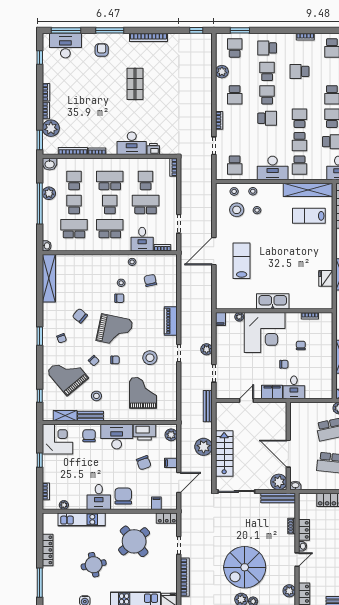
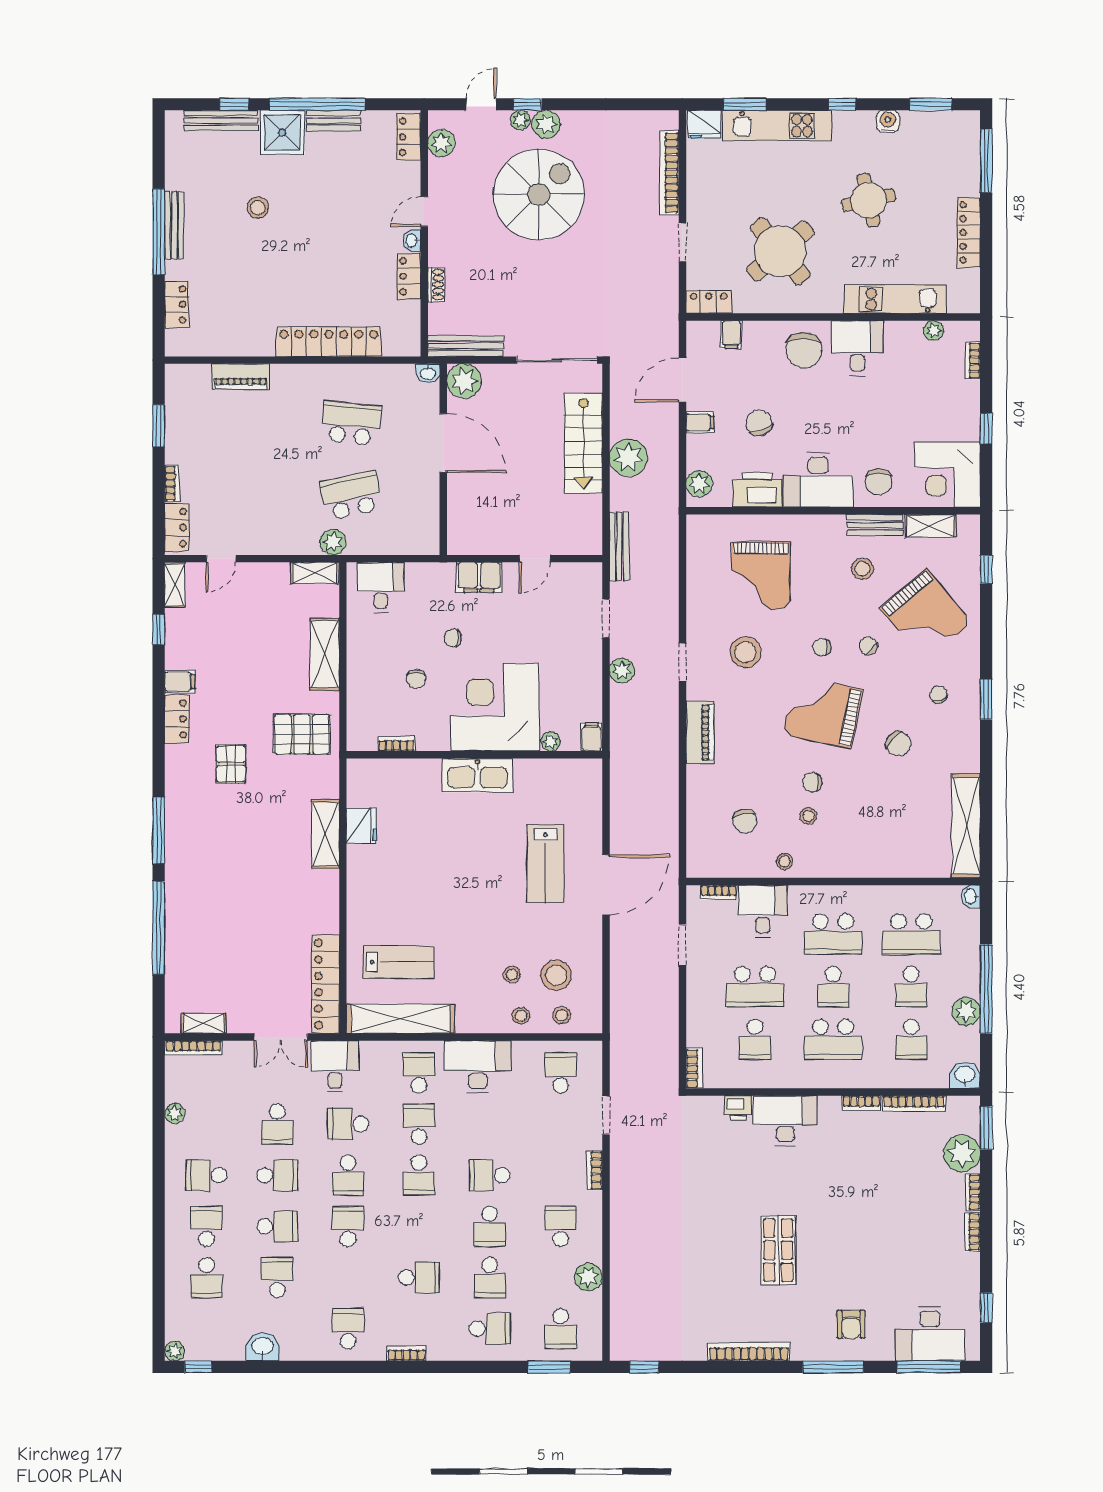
desk: (294, 387) -> (381, 587), moved

